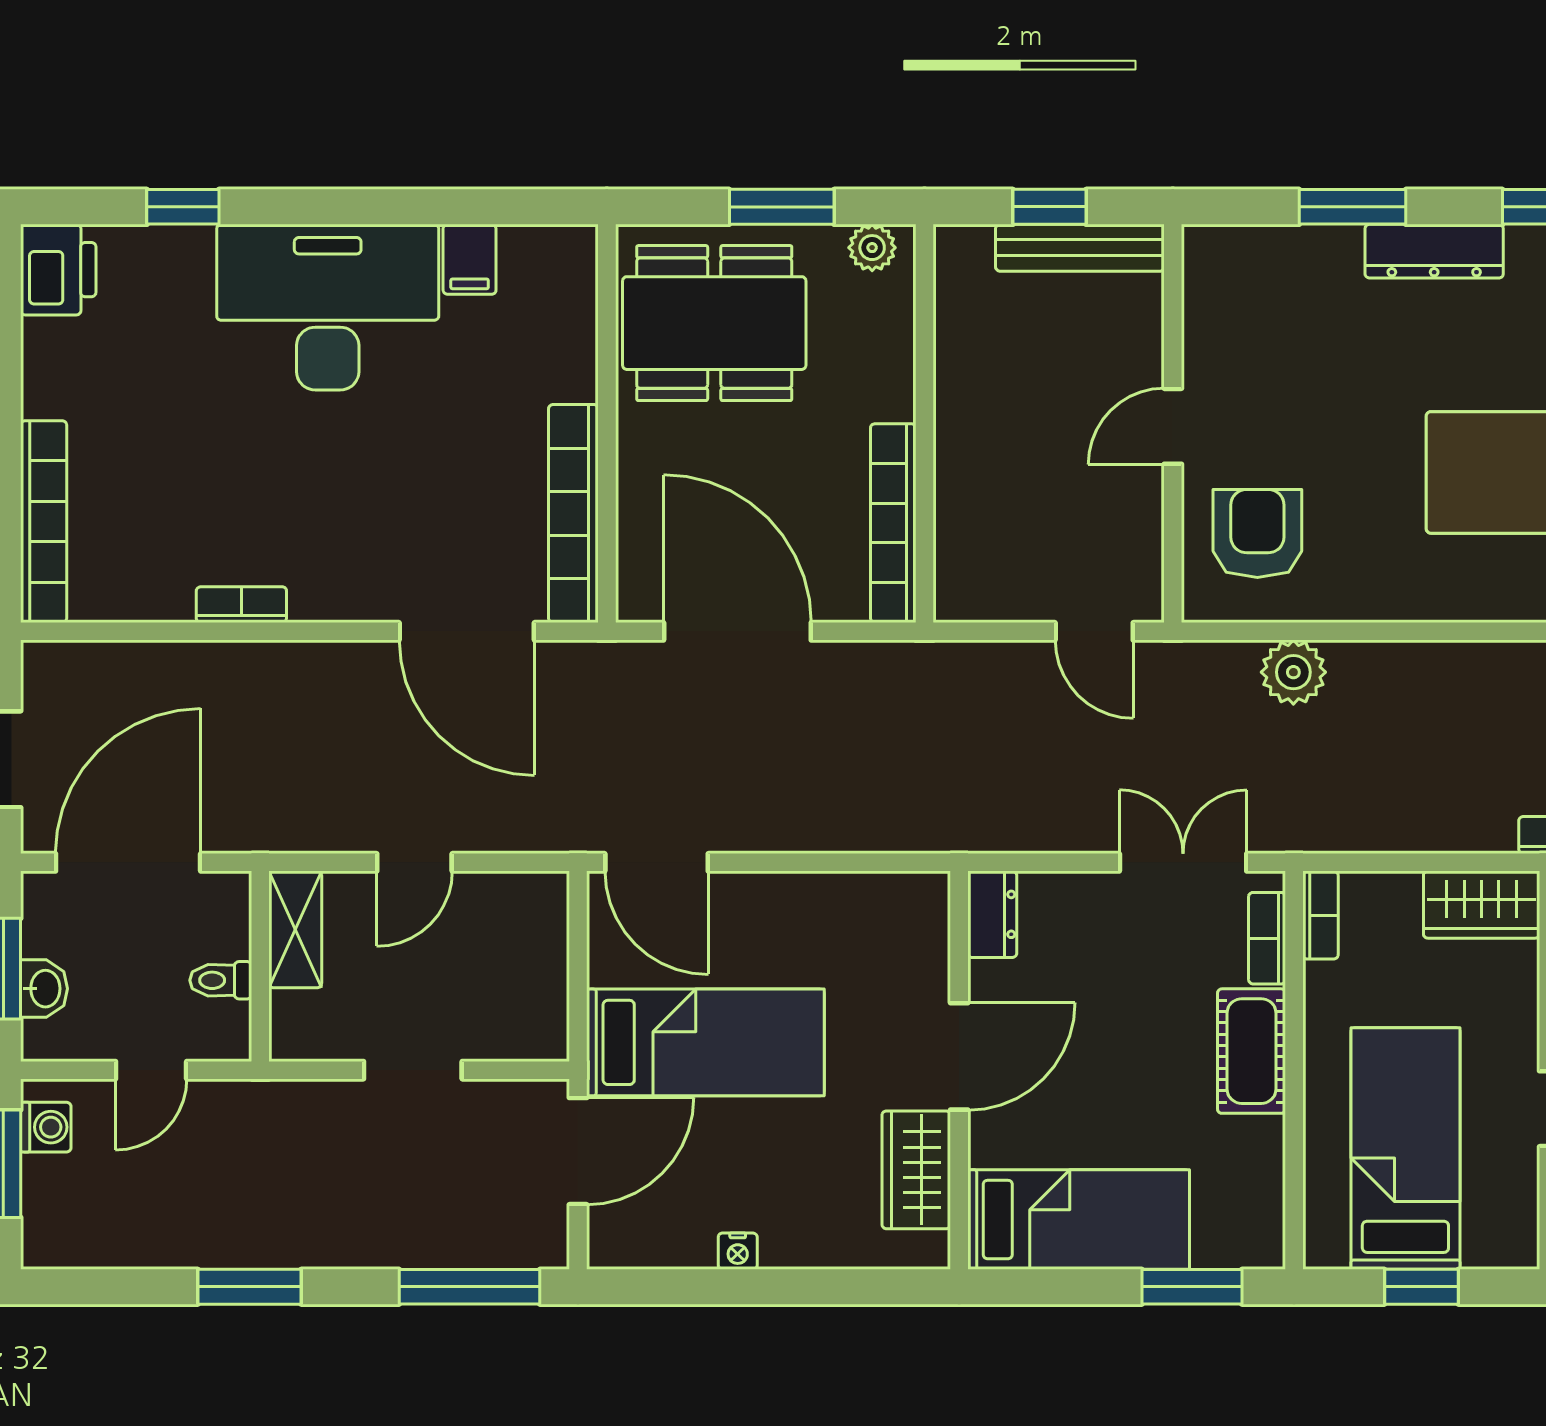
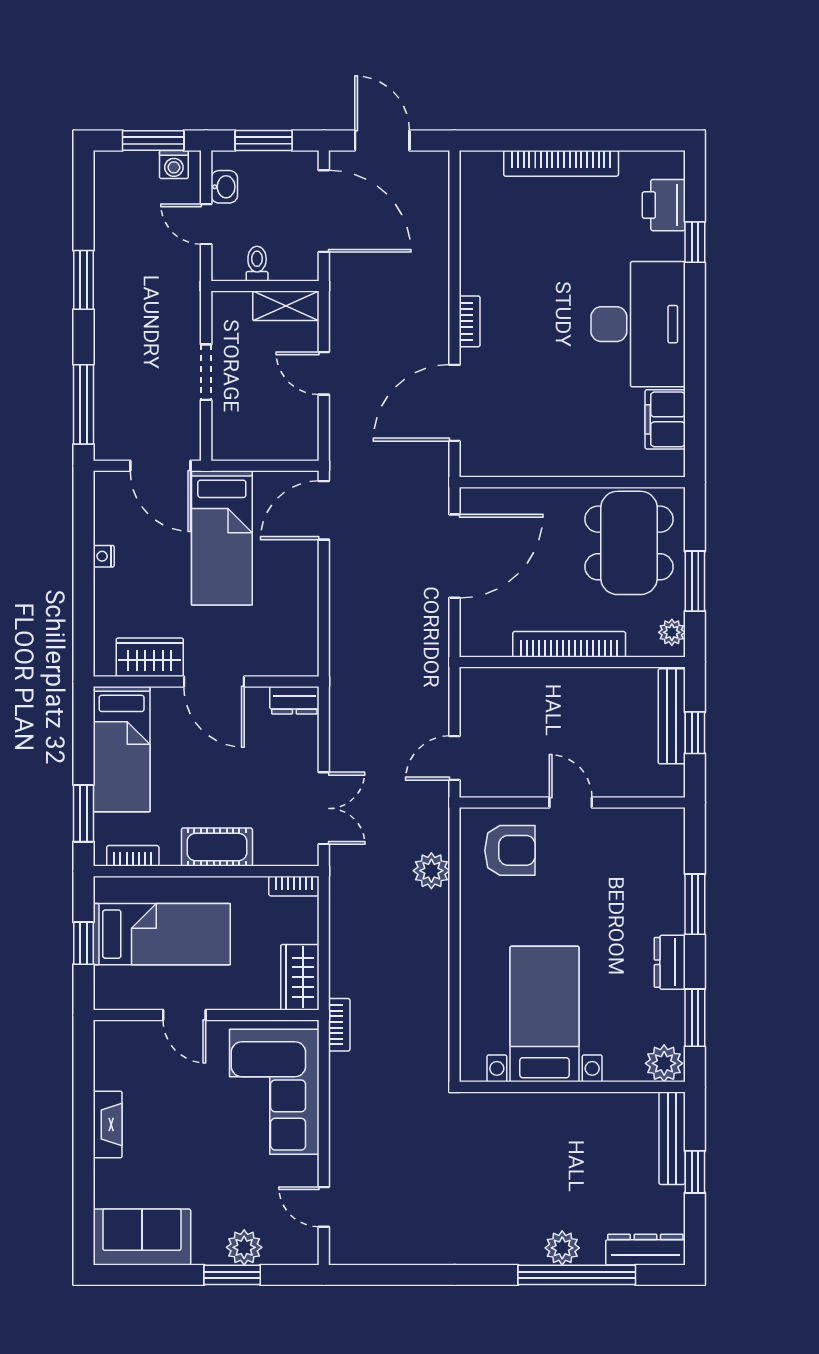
bench: (1080, 248) -> (672, 716), moved
dresser: (1434, 251) -> (670, 962), width x0.70
filing cabinet: (470, 259) -> (665, 419), width x2.00
printer: (58, 270) -> (664, 205), moved, turned 90
bookcase: (573, 514) -> (521, 463), removed
bookcase: (44, 522) -> (561, 163), moved
bookcase: (893, 523) -> (569, 644), moved
bookcase: (241, 605) -> (470, 321), moved
bookcase: (1267, 938) -> (133, 856), moved
washbasin: (44, 989) -> (224, 187), moved, turned -90

